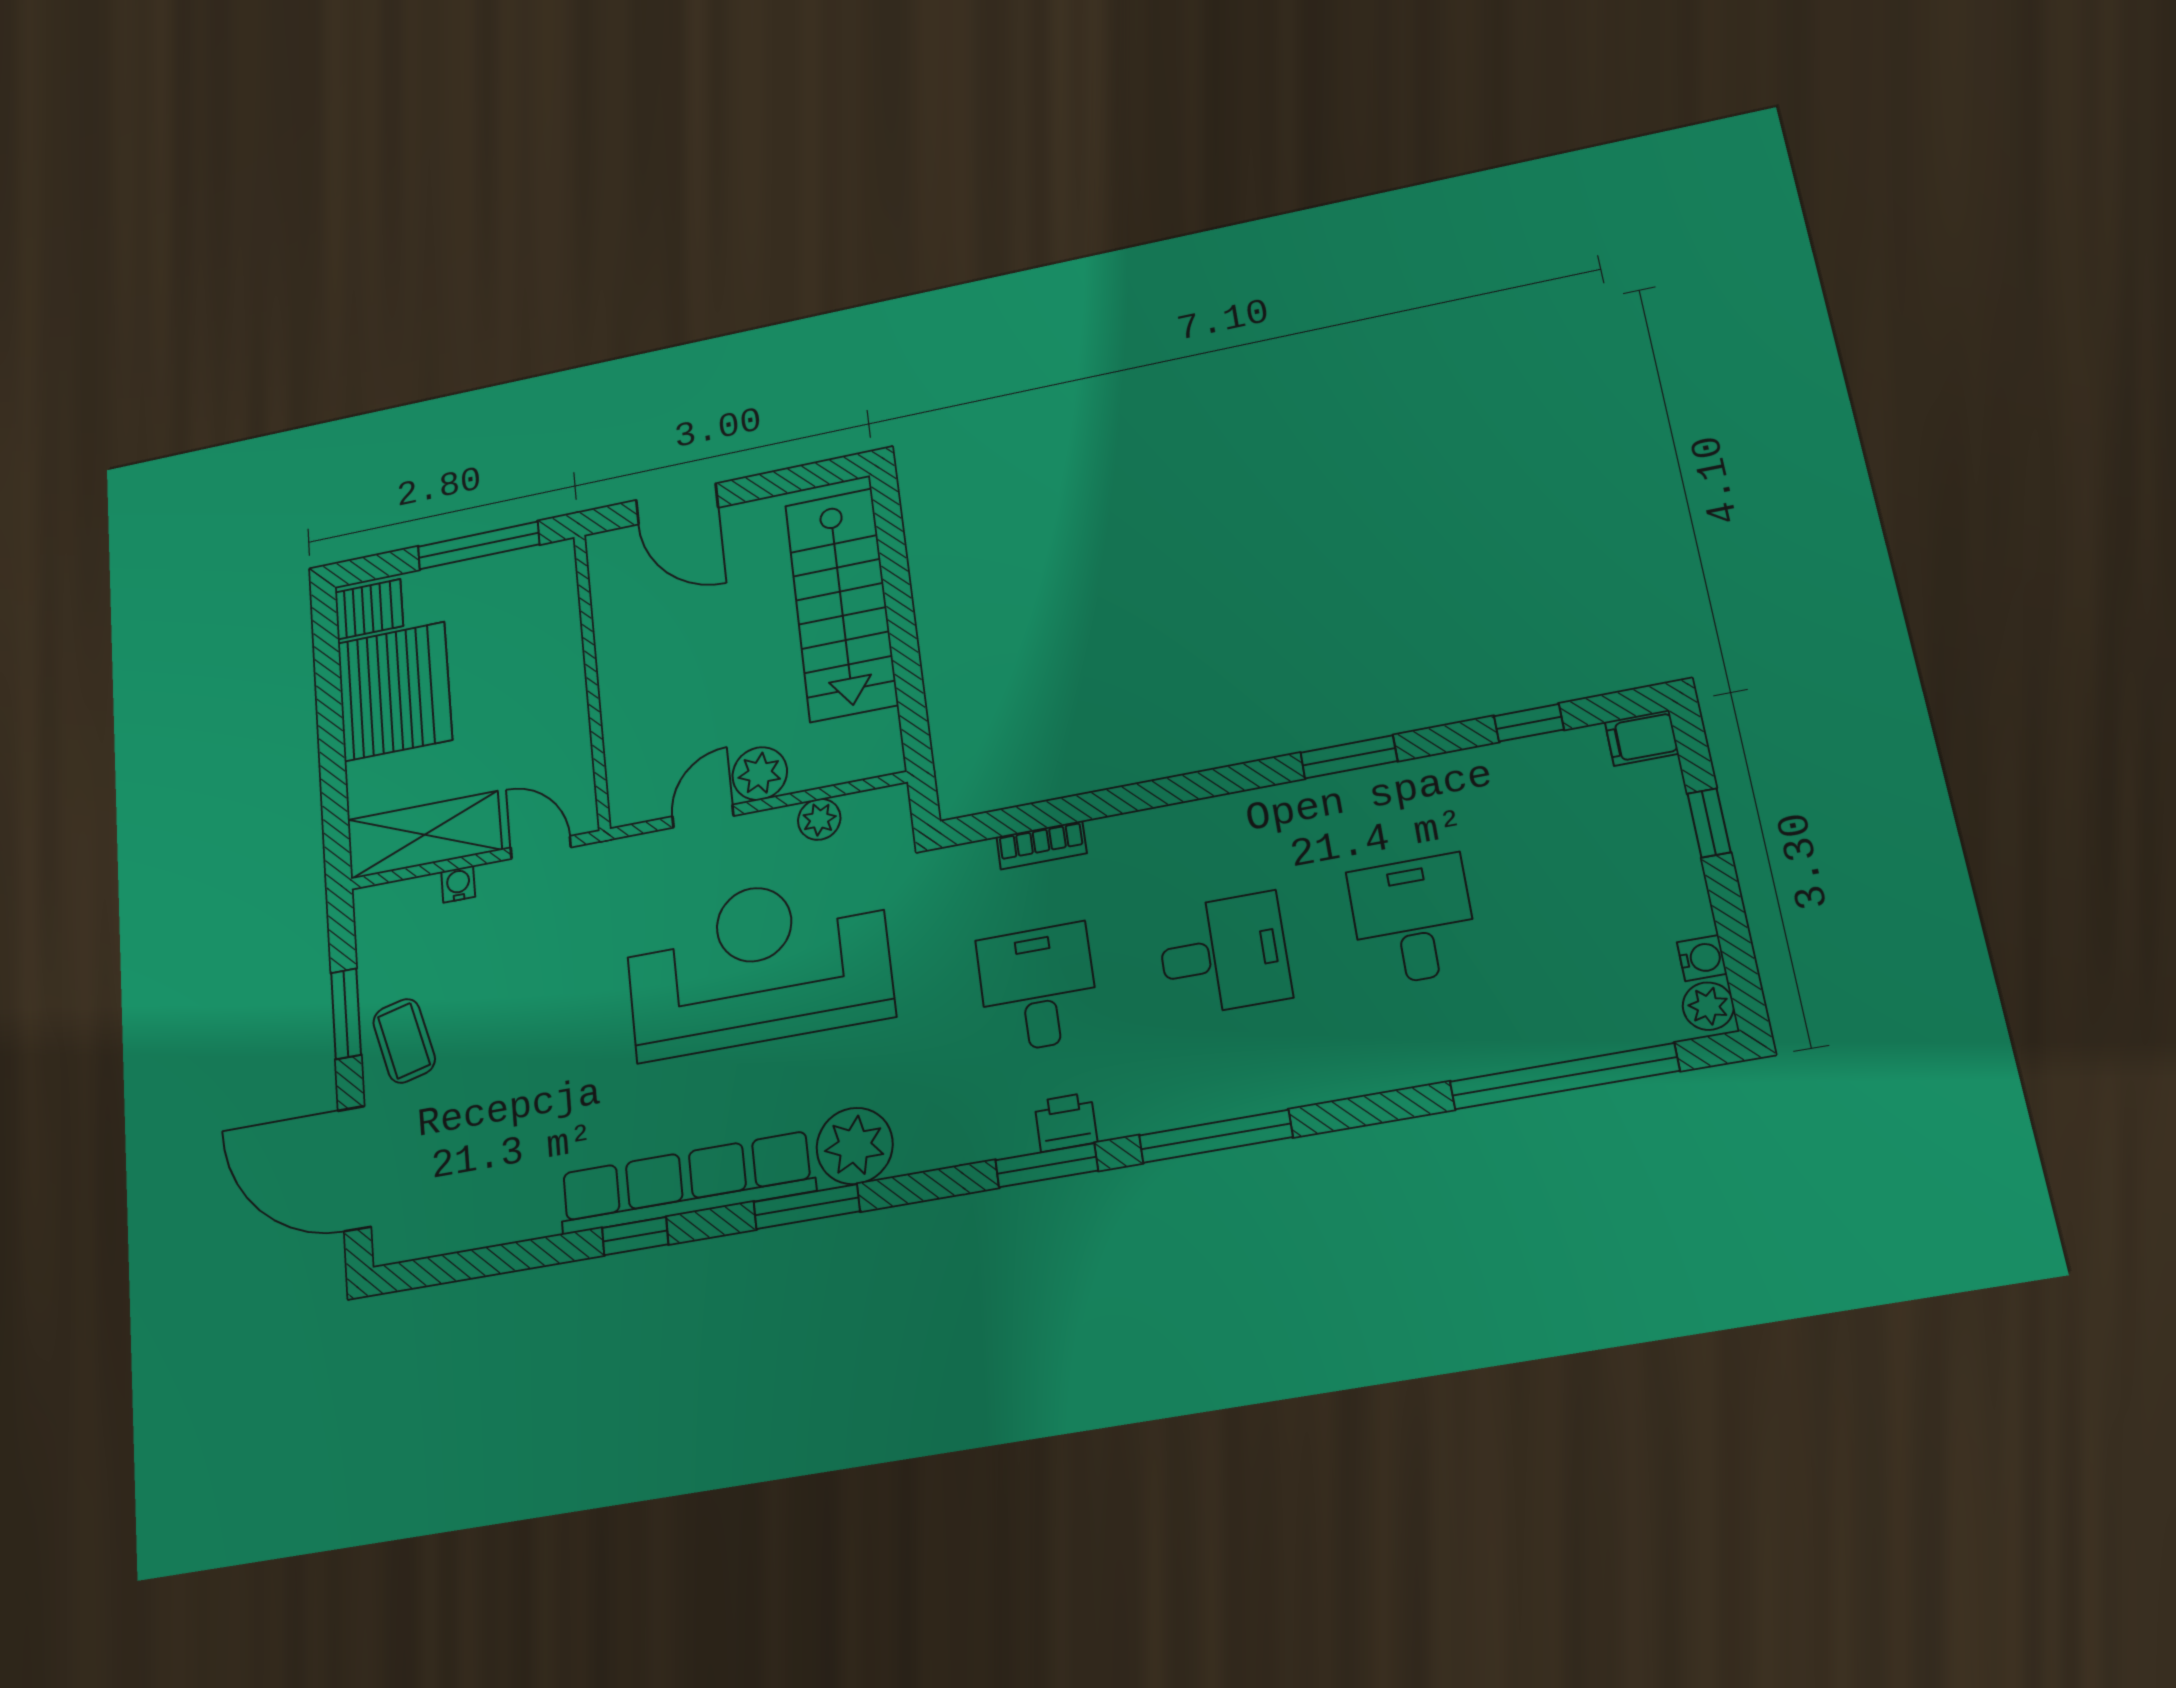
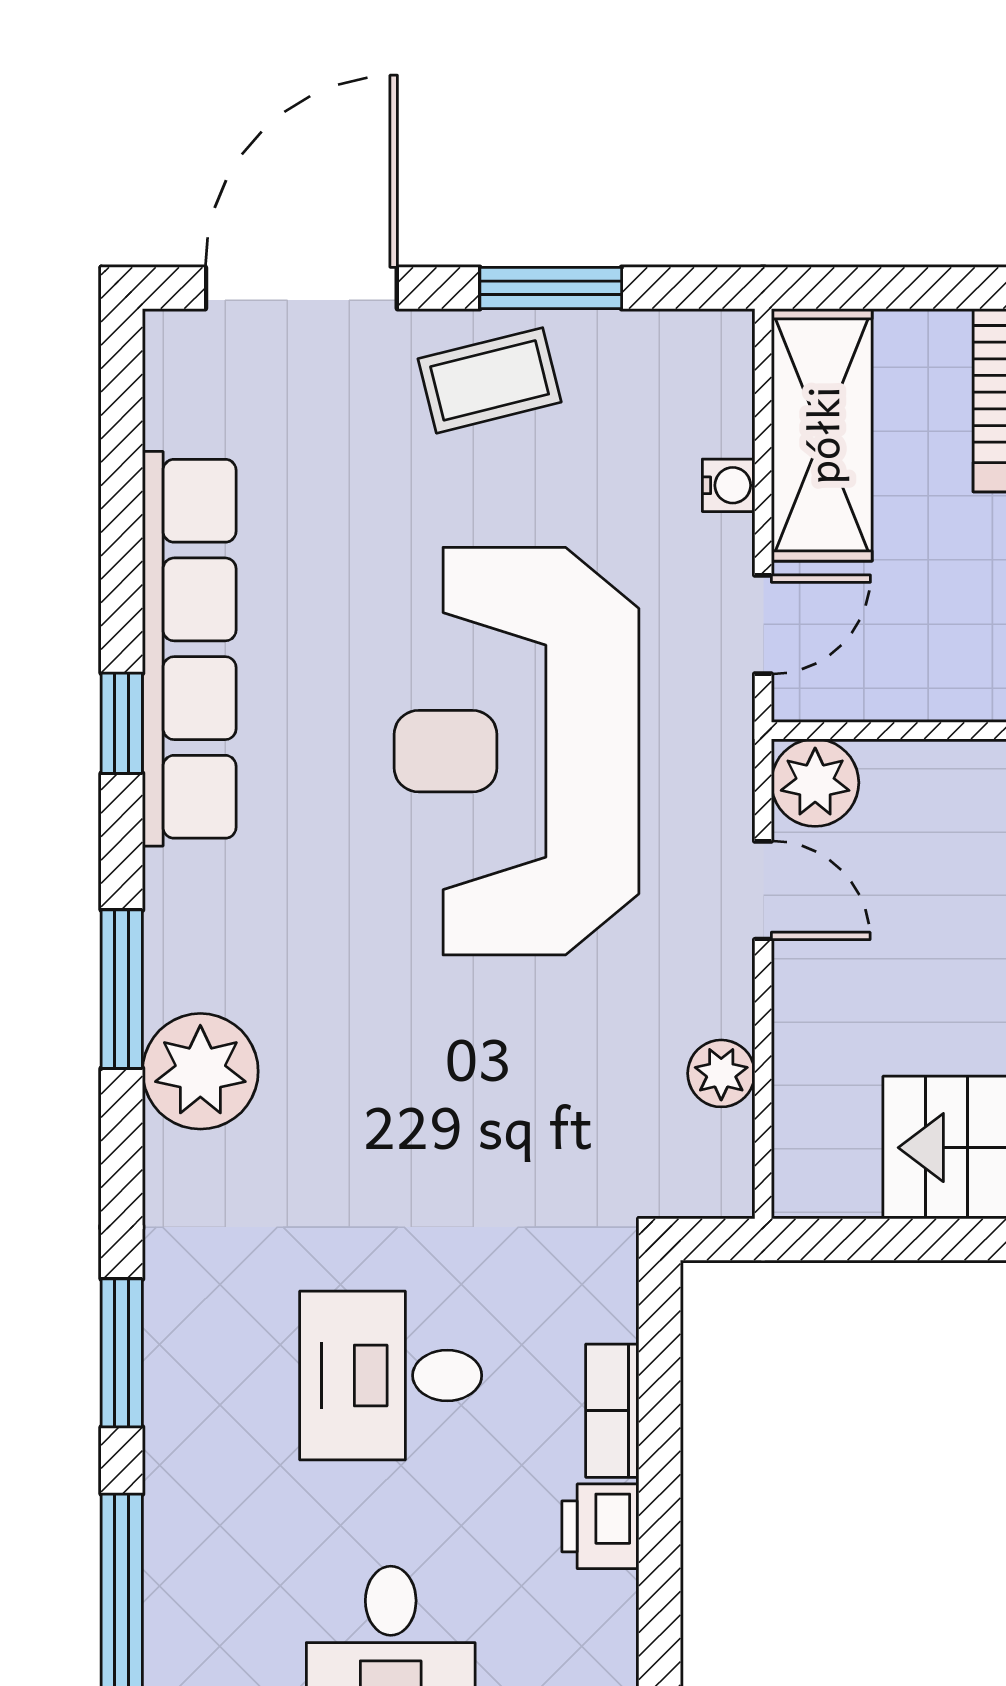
plant: (760, 774) -> (815, 783), moved
reception desk: (758, 964) -> (517, 751), moved, turned 180
desk: (1038, 988) -> (391, 1375), turned 180
printer: (1066, 1122) -> (600, 1526), moved, turned 180
row of seats: (686, 1183) -> (189, 649), moved

